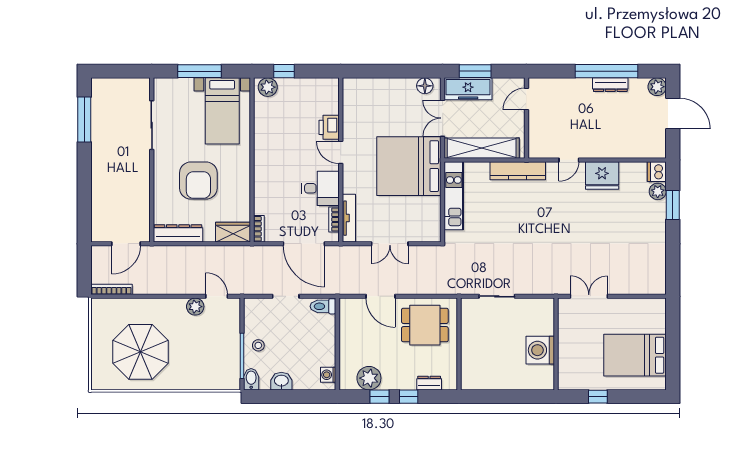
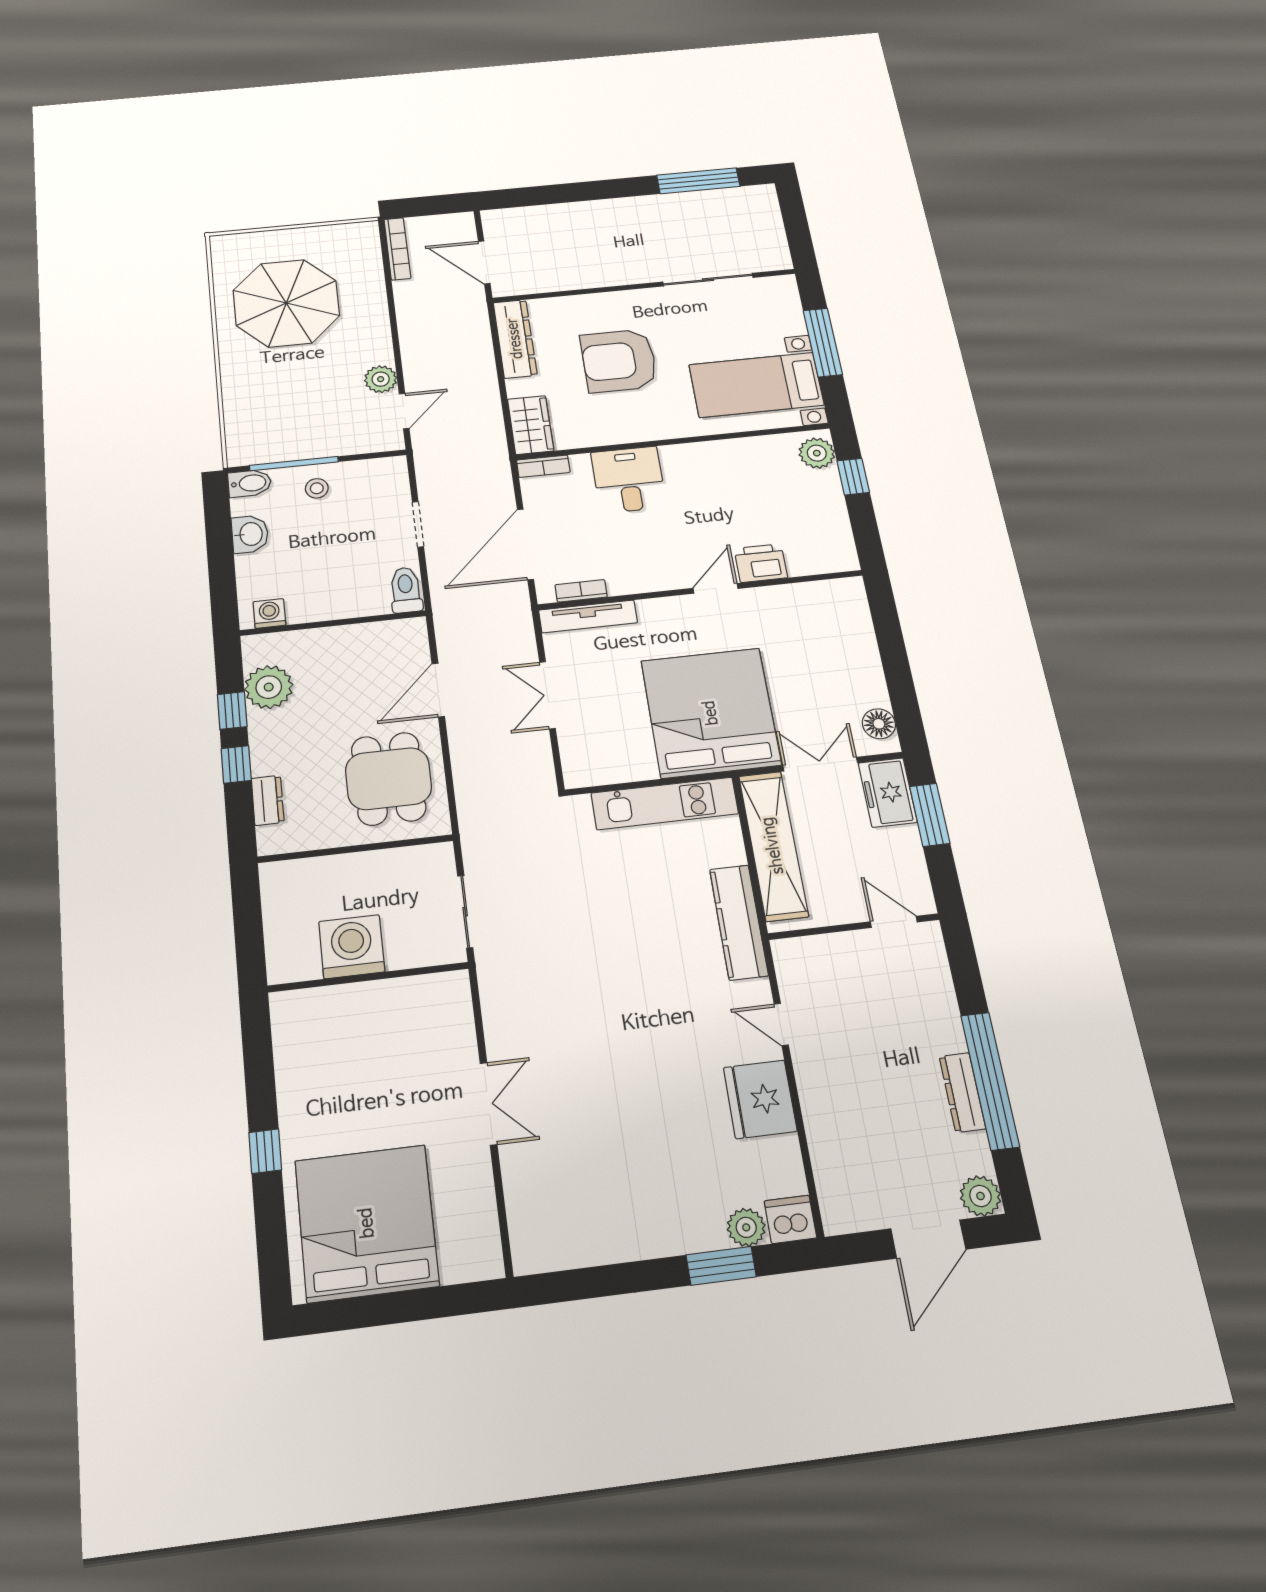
freezer: (468, 89) -> (888, 792), width x0.71
desk: (320, 188) -> (629, 480), moved, turned 180
wall: (556, 344) -> (368, 977), moved
washing machine: (540, 350) -> (352, 947), moved
bed: (635, 355) -> (367, 1223), width x1.36

